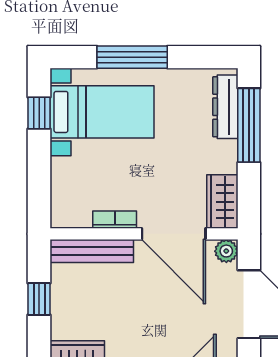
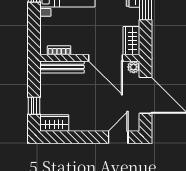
bookcase: (115, 220) -> (59, 50), moved
window: (39, 299) -> (34, 106), moved

